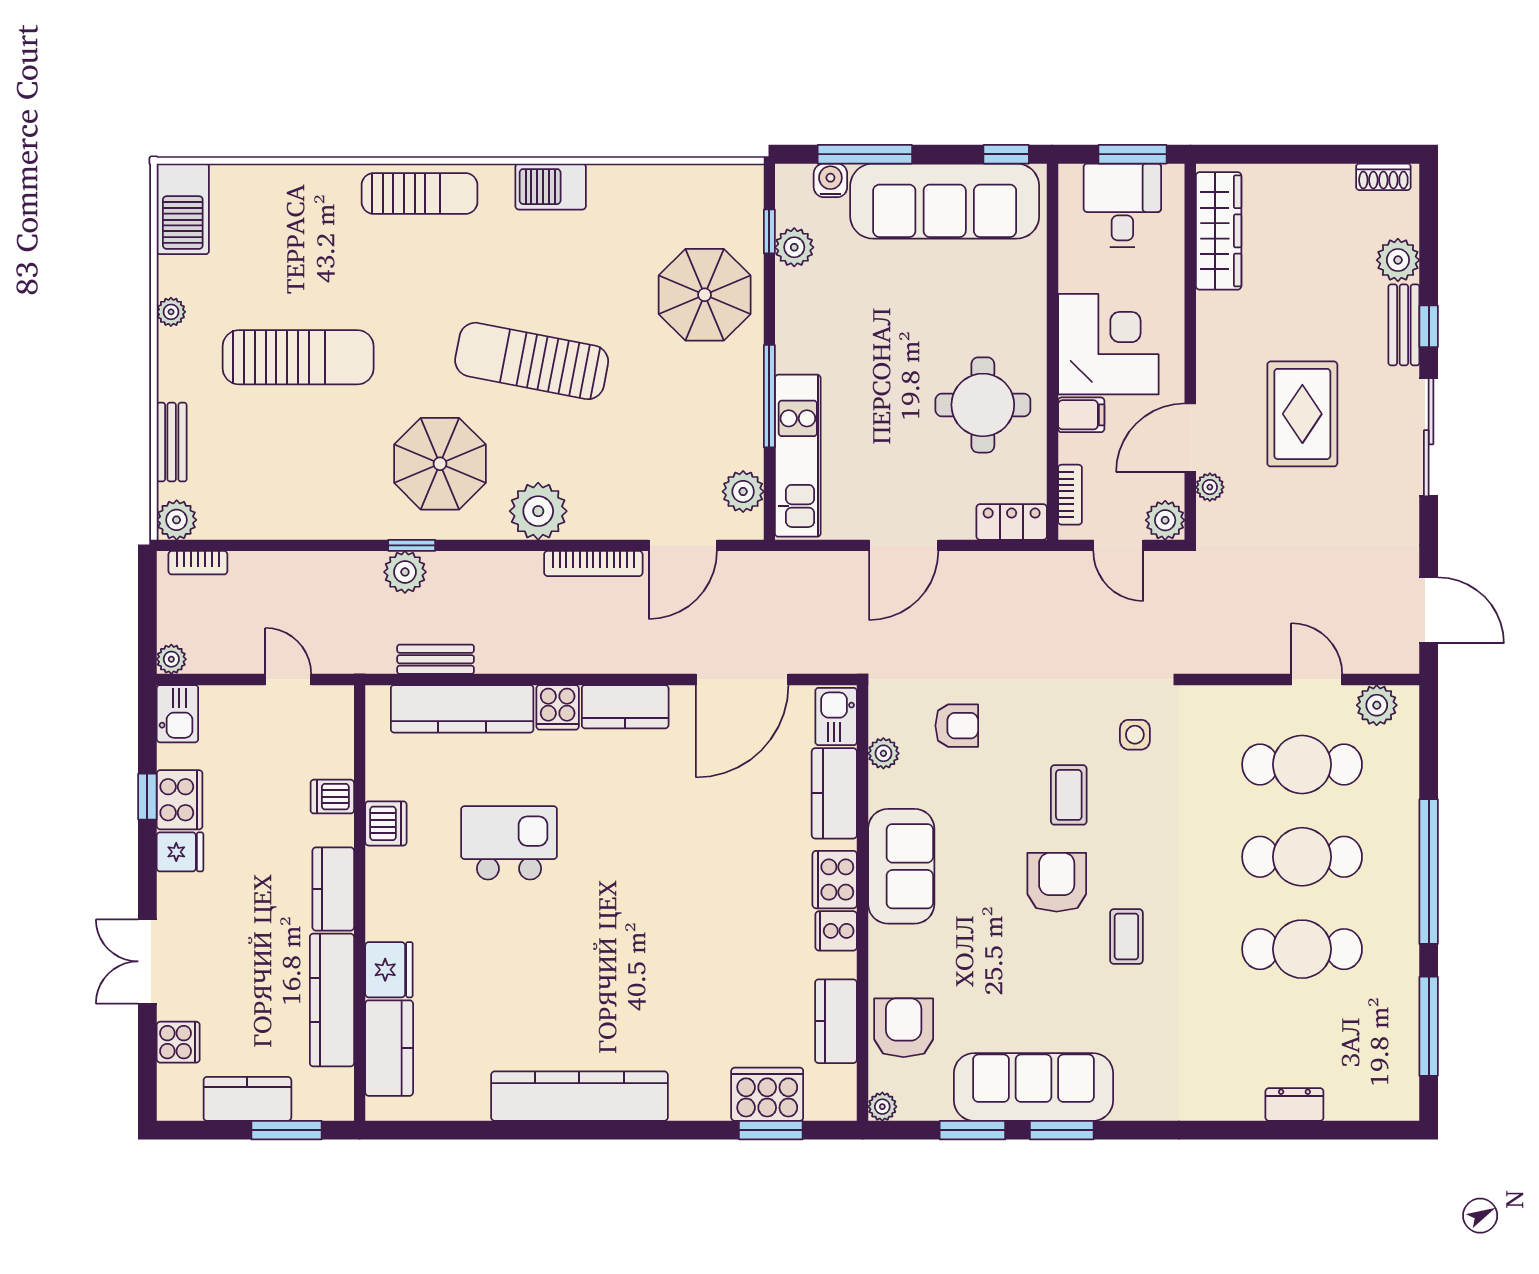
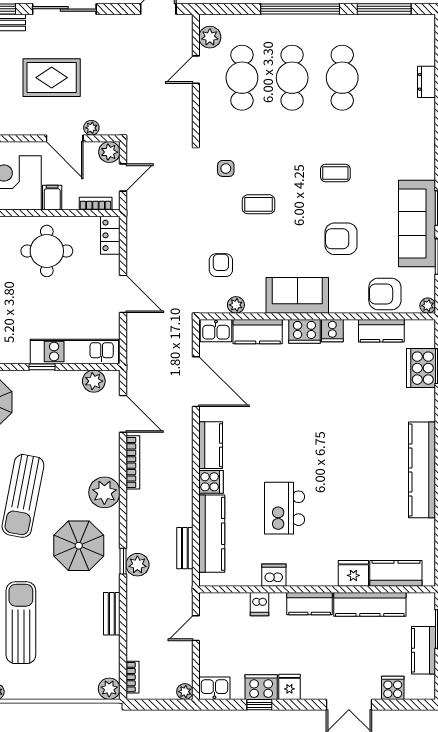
window: (769, 396) -> (42, 367), width x0.46
bench: (172, 442) -> (112, 614), moved, turned 90
armchair: (1057, 882) -> (341, 239), moved

